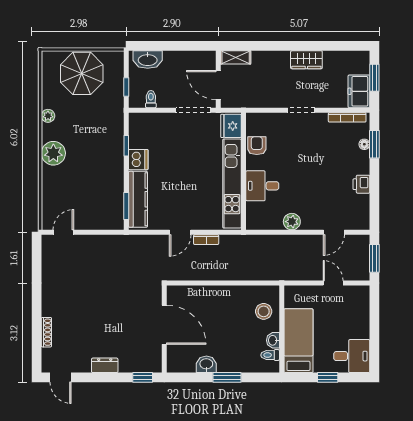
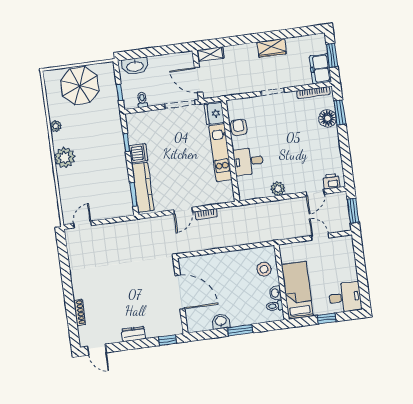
floor lamp: (364, 144) -> (328, 118), width x1.89, depth x1.89
kitchen unit: (232, 184) -> (220, 153), width x0.73
printer: (361, 184) -> (331, 181), moved, turned 90

